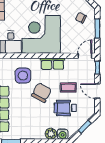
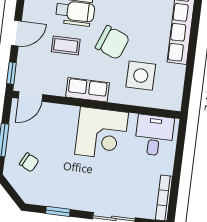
corner desk: (41, 34) -> (102, 133), width x0.74, depth x0.74
door: (97, 91) -> (16, 33), hinge flipped
chair: (42, 93) -> (112, 43), turned -97

